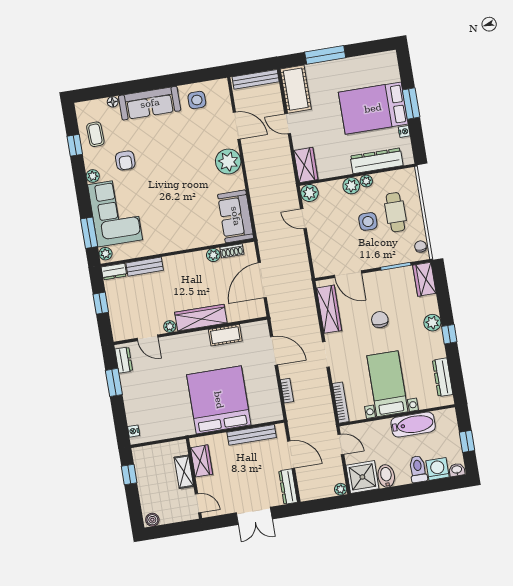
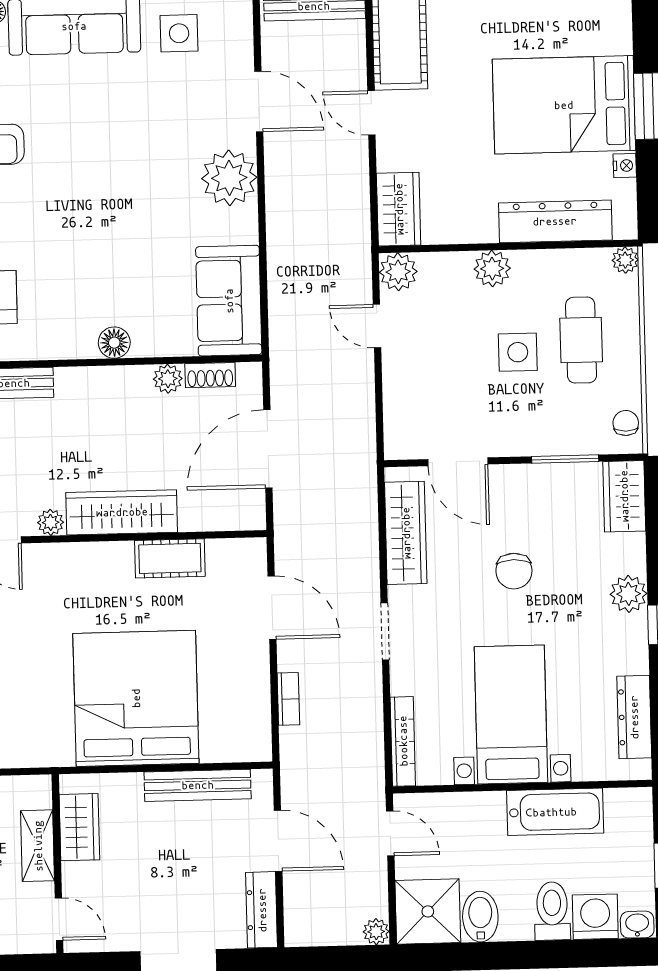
plant: (366, 181) -> (625, 260), moved
floor lamp: (187, 242) -> (114, 343), added
chair: (380, 320) -> (514, 571), turned 180

